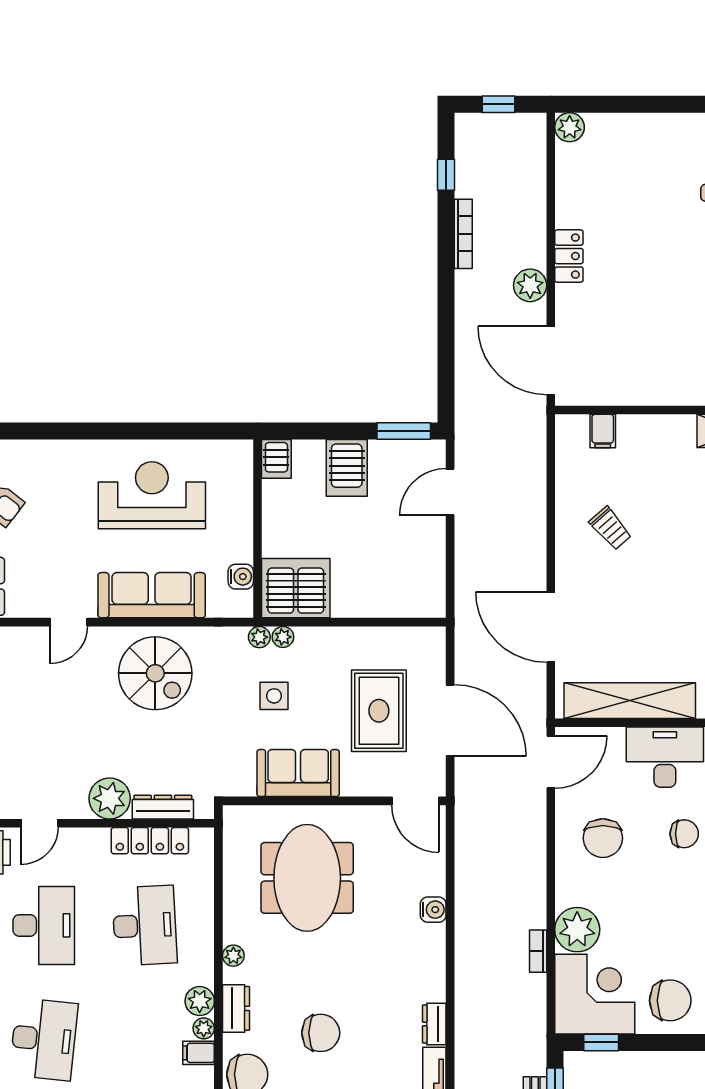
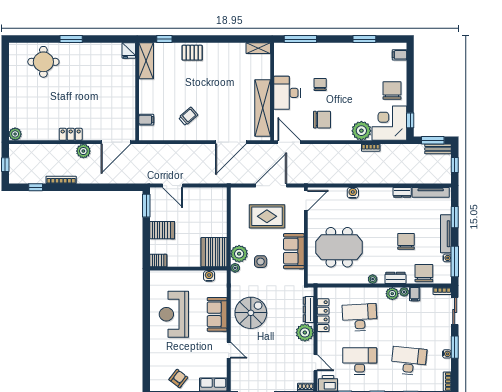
sofa: (152, 595) -> (217, 314), width x0.73
plant: (283, 637) -> (239, 254), width x1.87, depth x1.87

